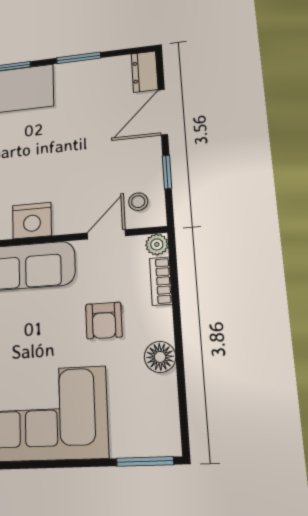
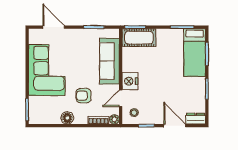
nightstand: (32, 221) -> (130, 81), moved
door: (106, 234) -> (121, 98), swing flipped

